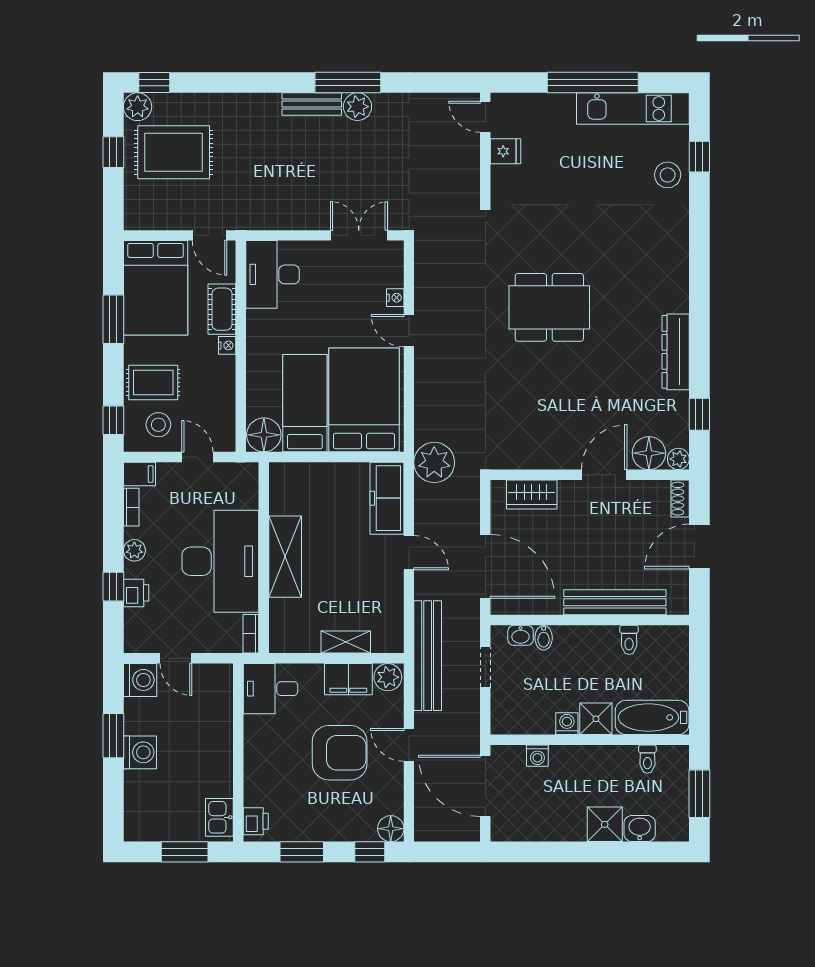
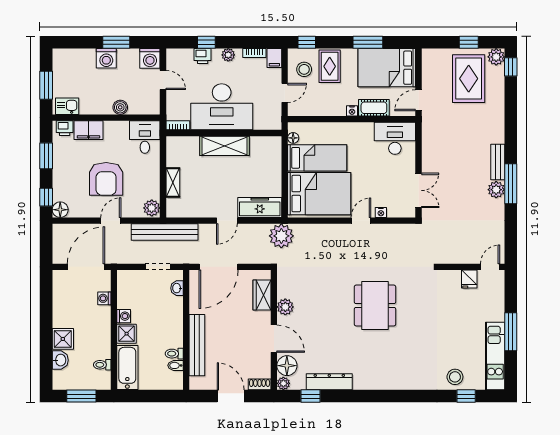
window: (593, 82) -> (511, 332), width x0.68
dresser: (676, 352) -> (329, 382), moved
floor lamp: (264, 435) -> (293, 138), width x0.53, depth x0.53
plant: (552, 456) -> (285, 307), added
bidet: (544, 638) -> (176, 365), moved
door: (176, 658) -> (163, 80), swing flipped
filing cabinet: (348, 679) -> (88, 130), moved, turned -90
boiler: (221, 729) -> (120, 107), added

